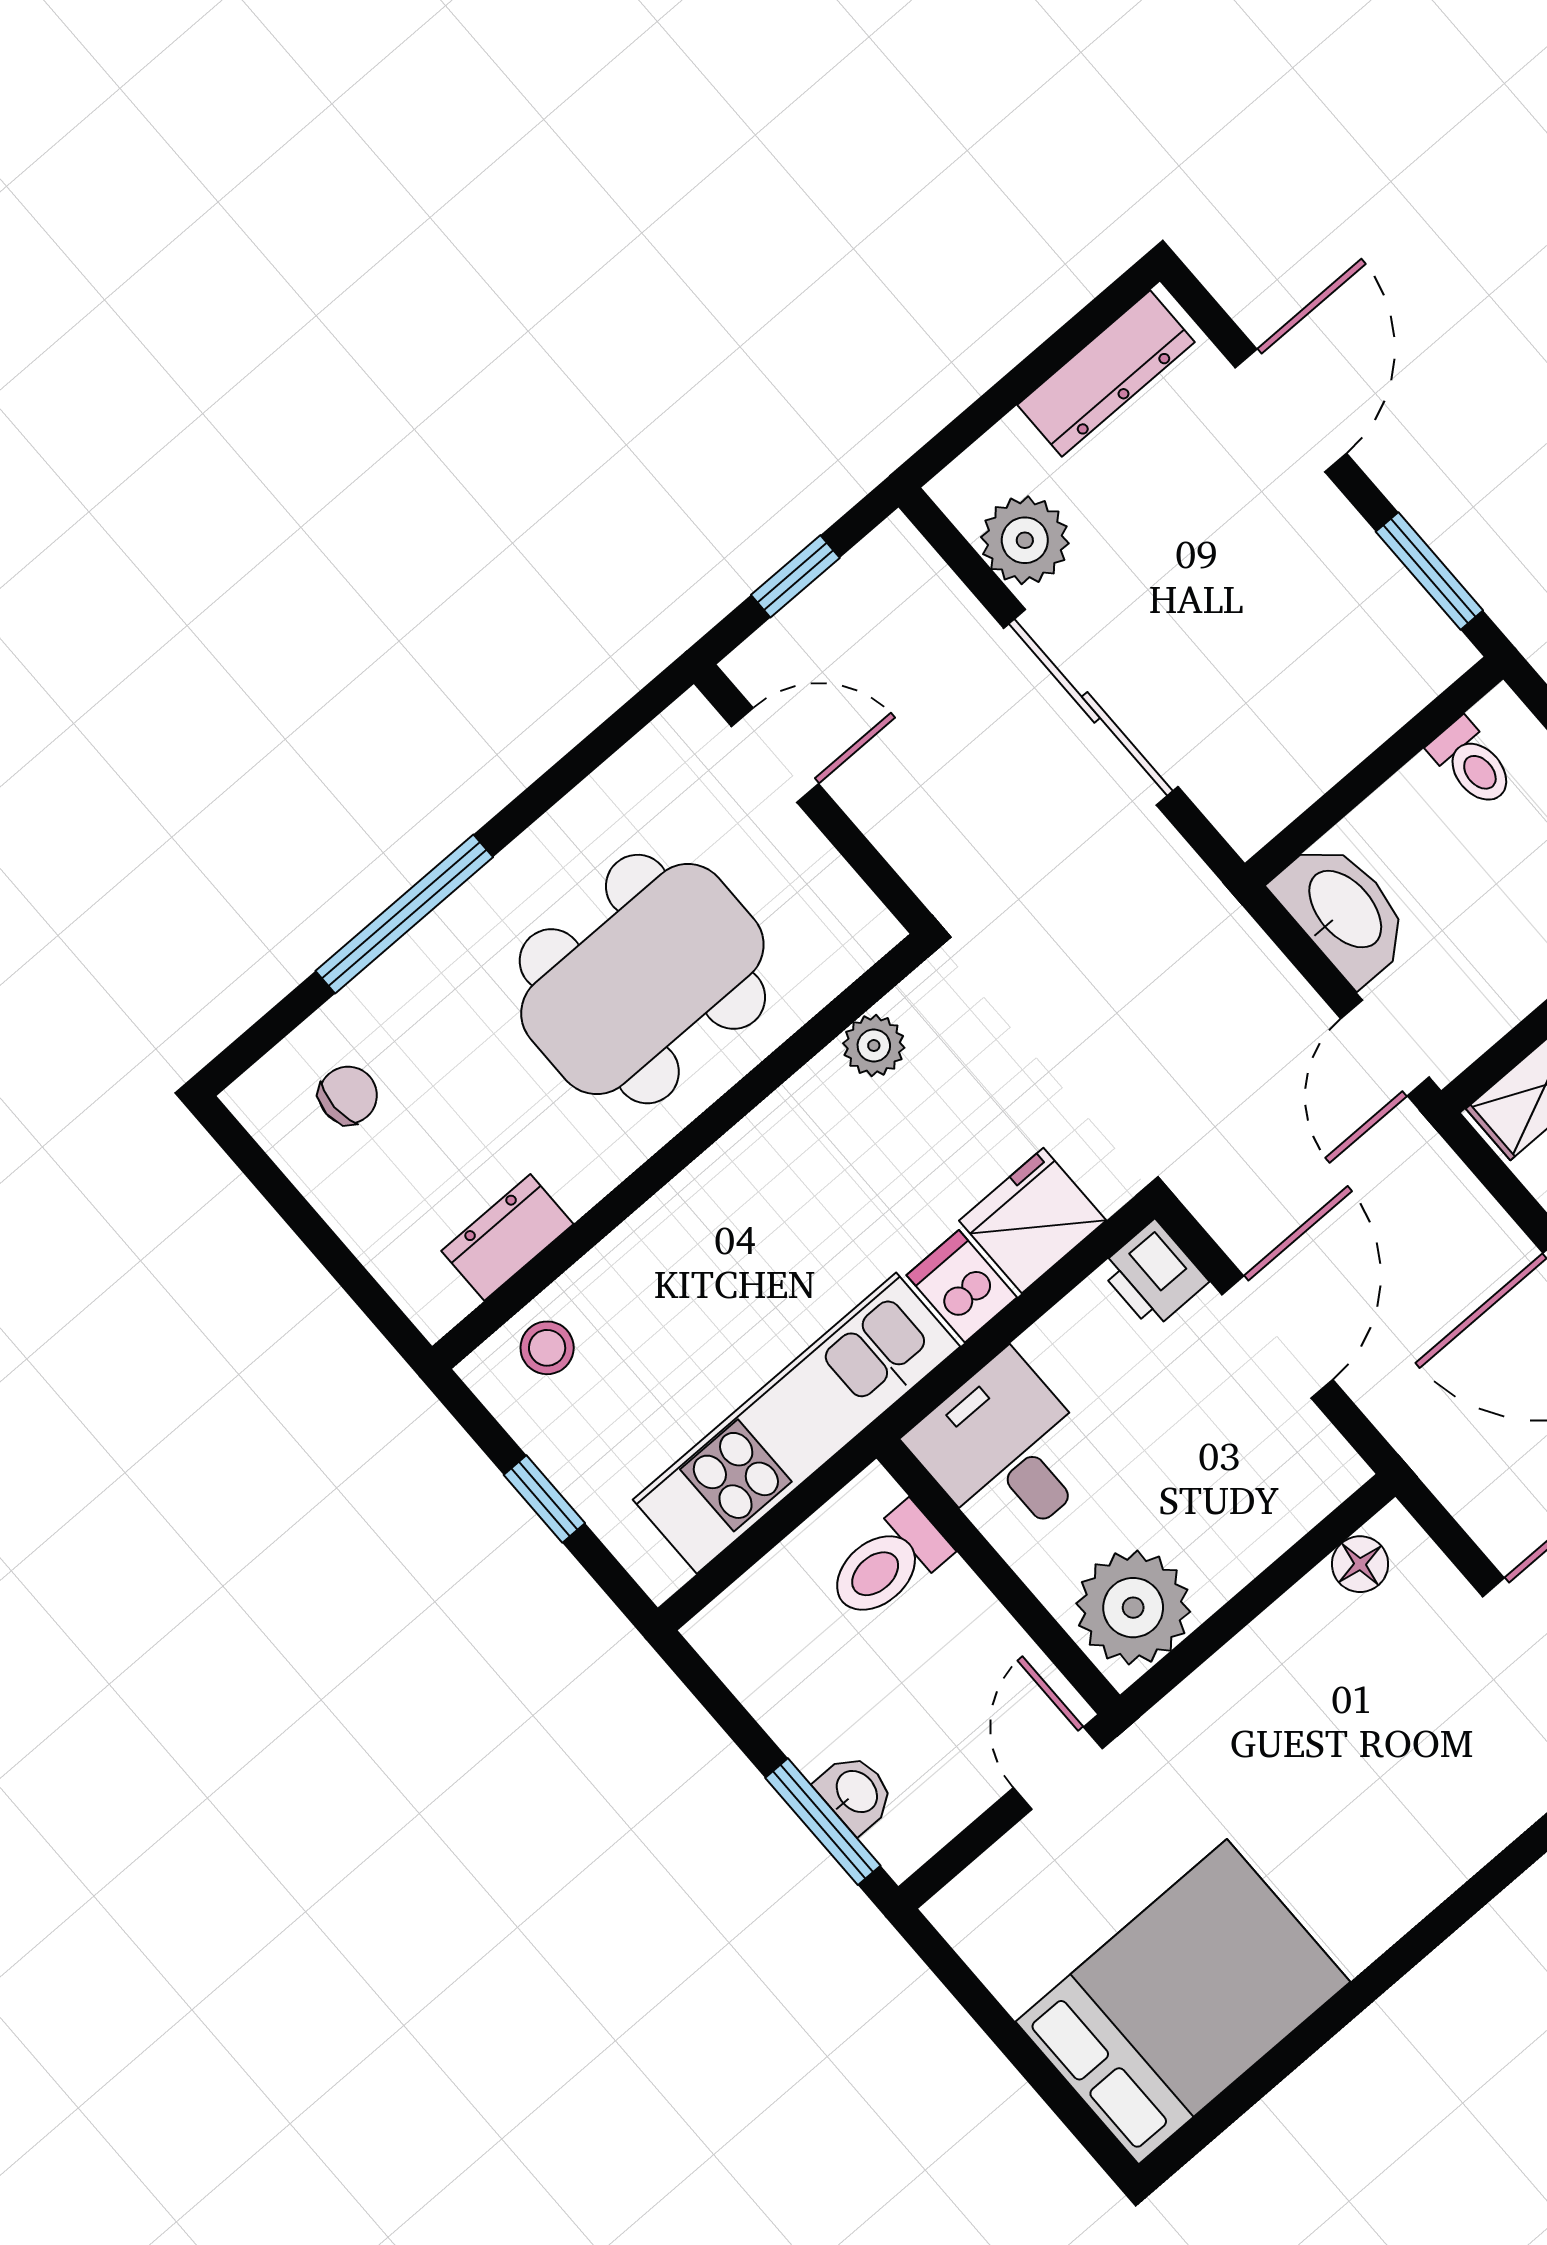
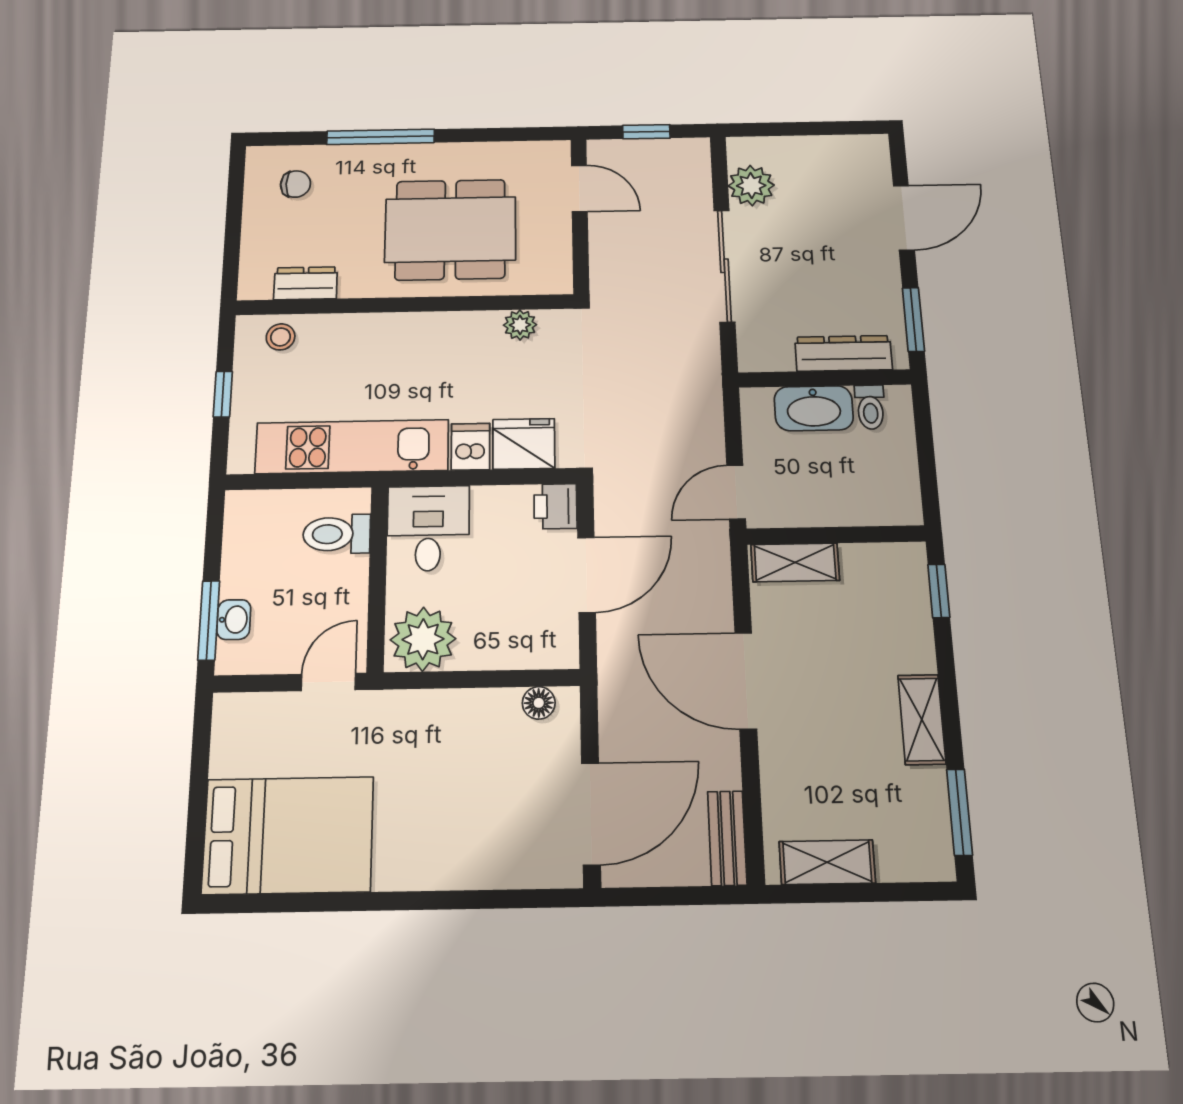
dresser: (1106, 373) -> (843, 353), moved, turned 180
washbasin: (1343, 911) -> (814, 408), moved, turned 90

